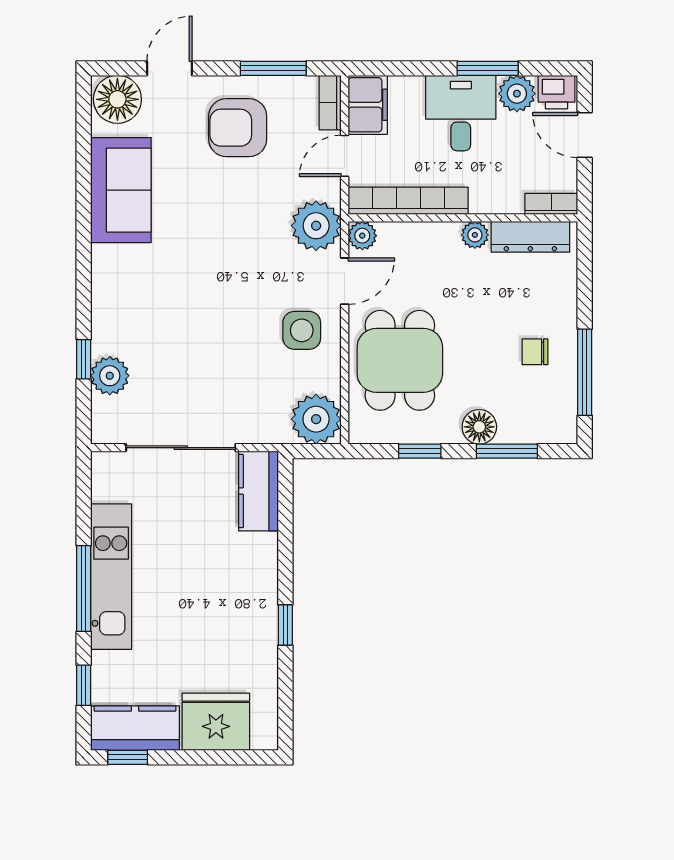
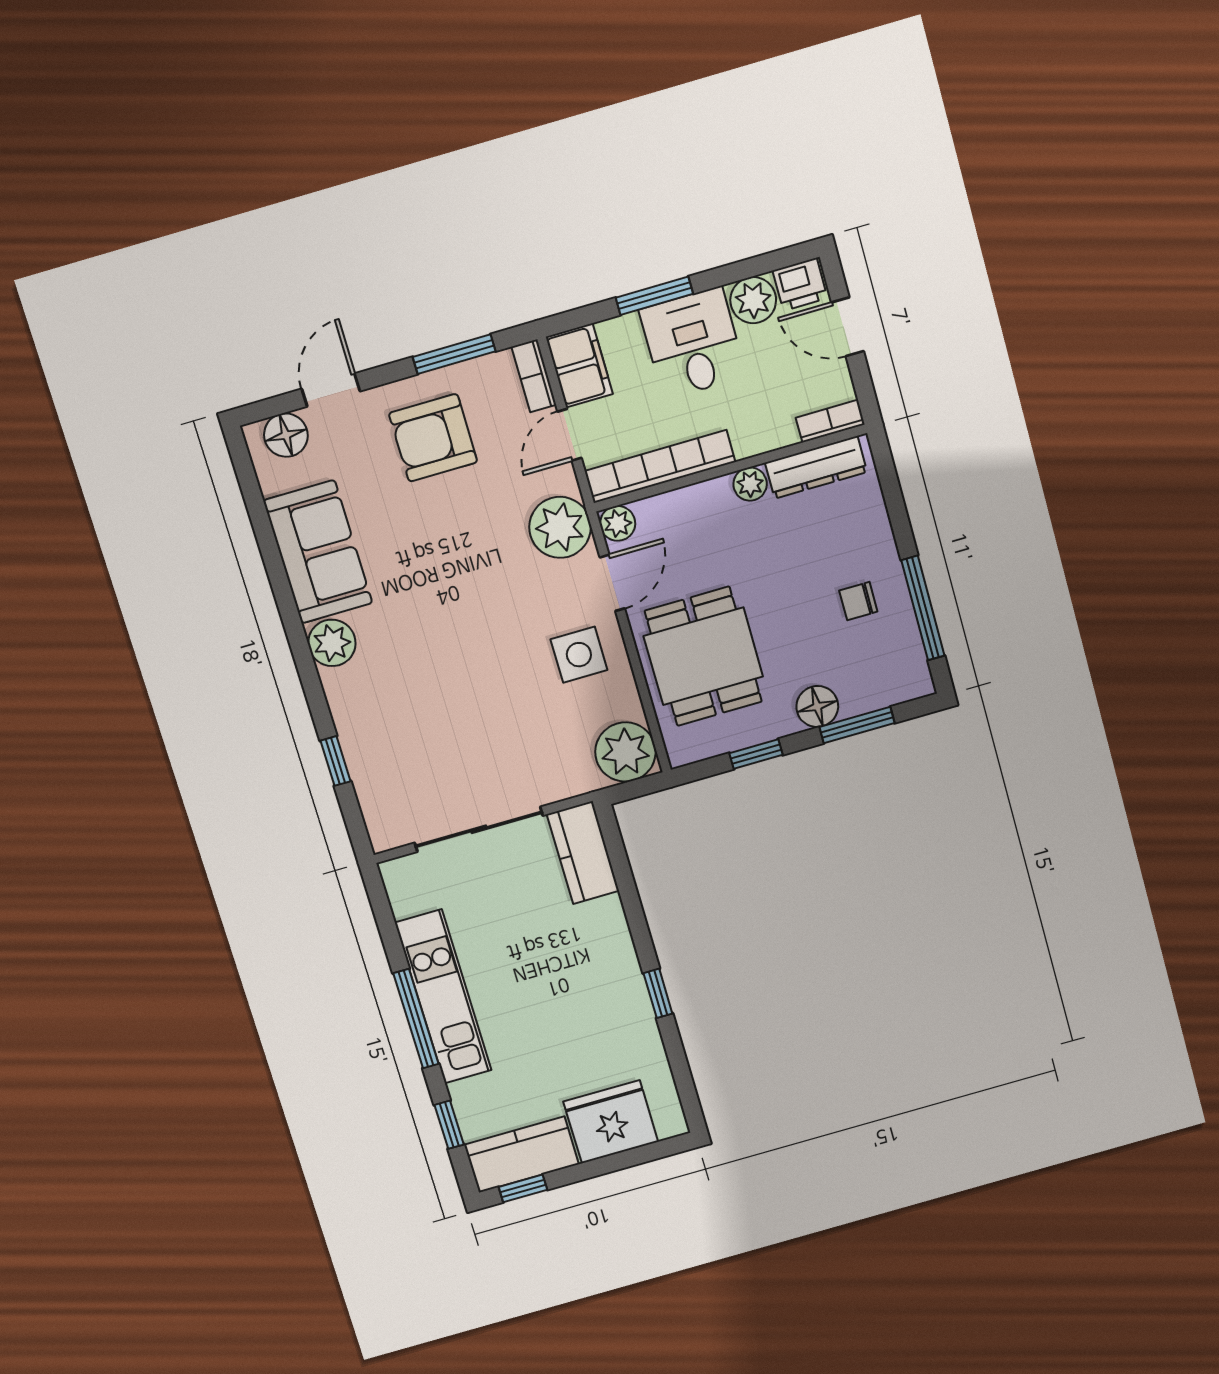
window: (488, 68) -> (654, 296), moved
floor lamp: (117, 99) -> (286, 435), width x0.73, depth x0.73
plant: (110, 376) -> (332, 643), moved

